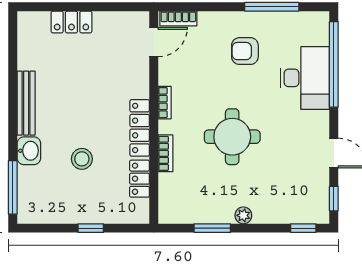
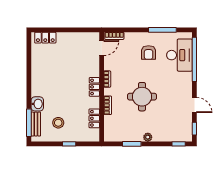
locker: (71, 22) -> (45, 38), moved
armchair: (245, 51) -> (149, 53), turned -90
desk: (305, 78) -> (179, 55), moved
bench: (26, 103) -> (36, 124), moved, width x0.73
locker: (140, 128) -> (94, 87), width x0.66
stool: (82, 159) -> (58, 123), moved

